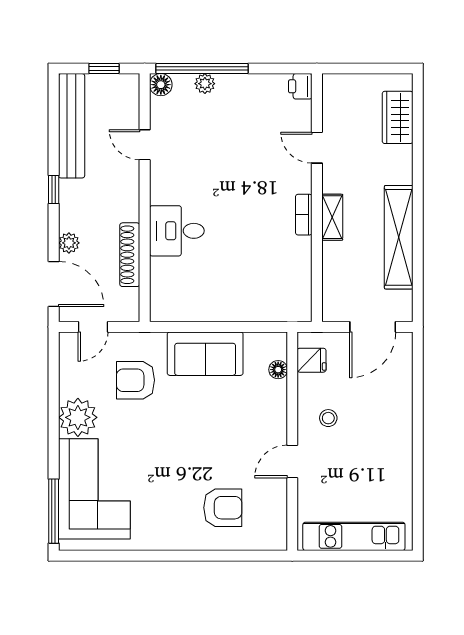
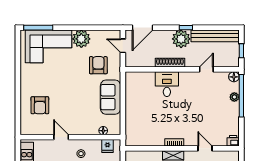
door: (317, 148) -> (205, 148), hinge flipped
plant: (69, 243) -> (181, 39), moved, width x1.88, depth x1.88
shoe rack: (130, 255) -> (170, 63), moved

